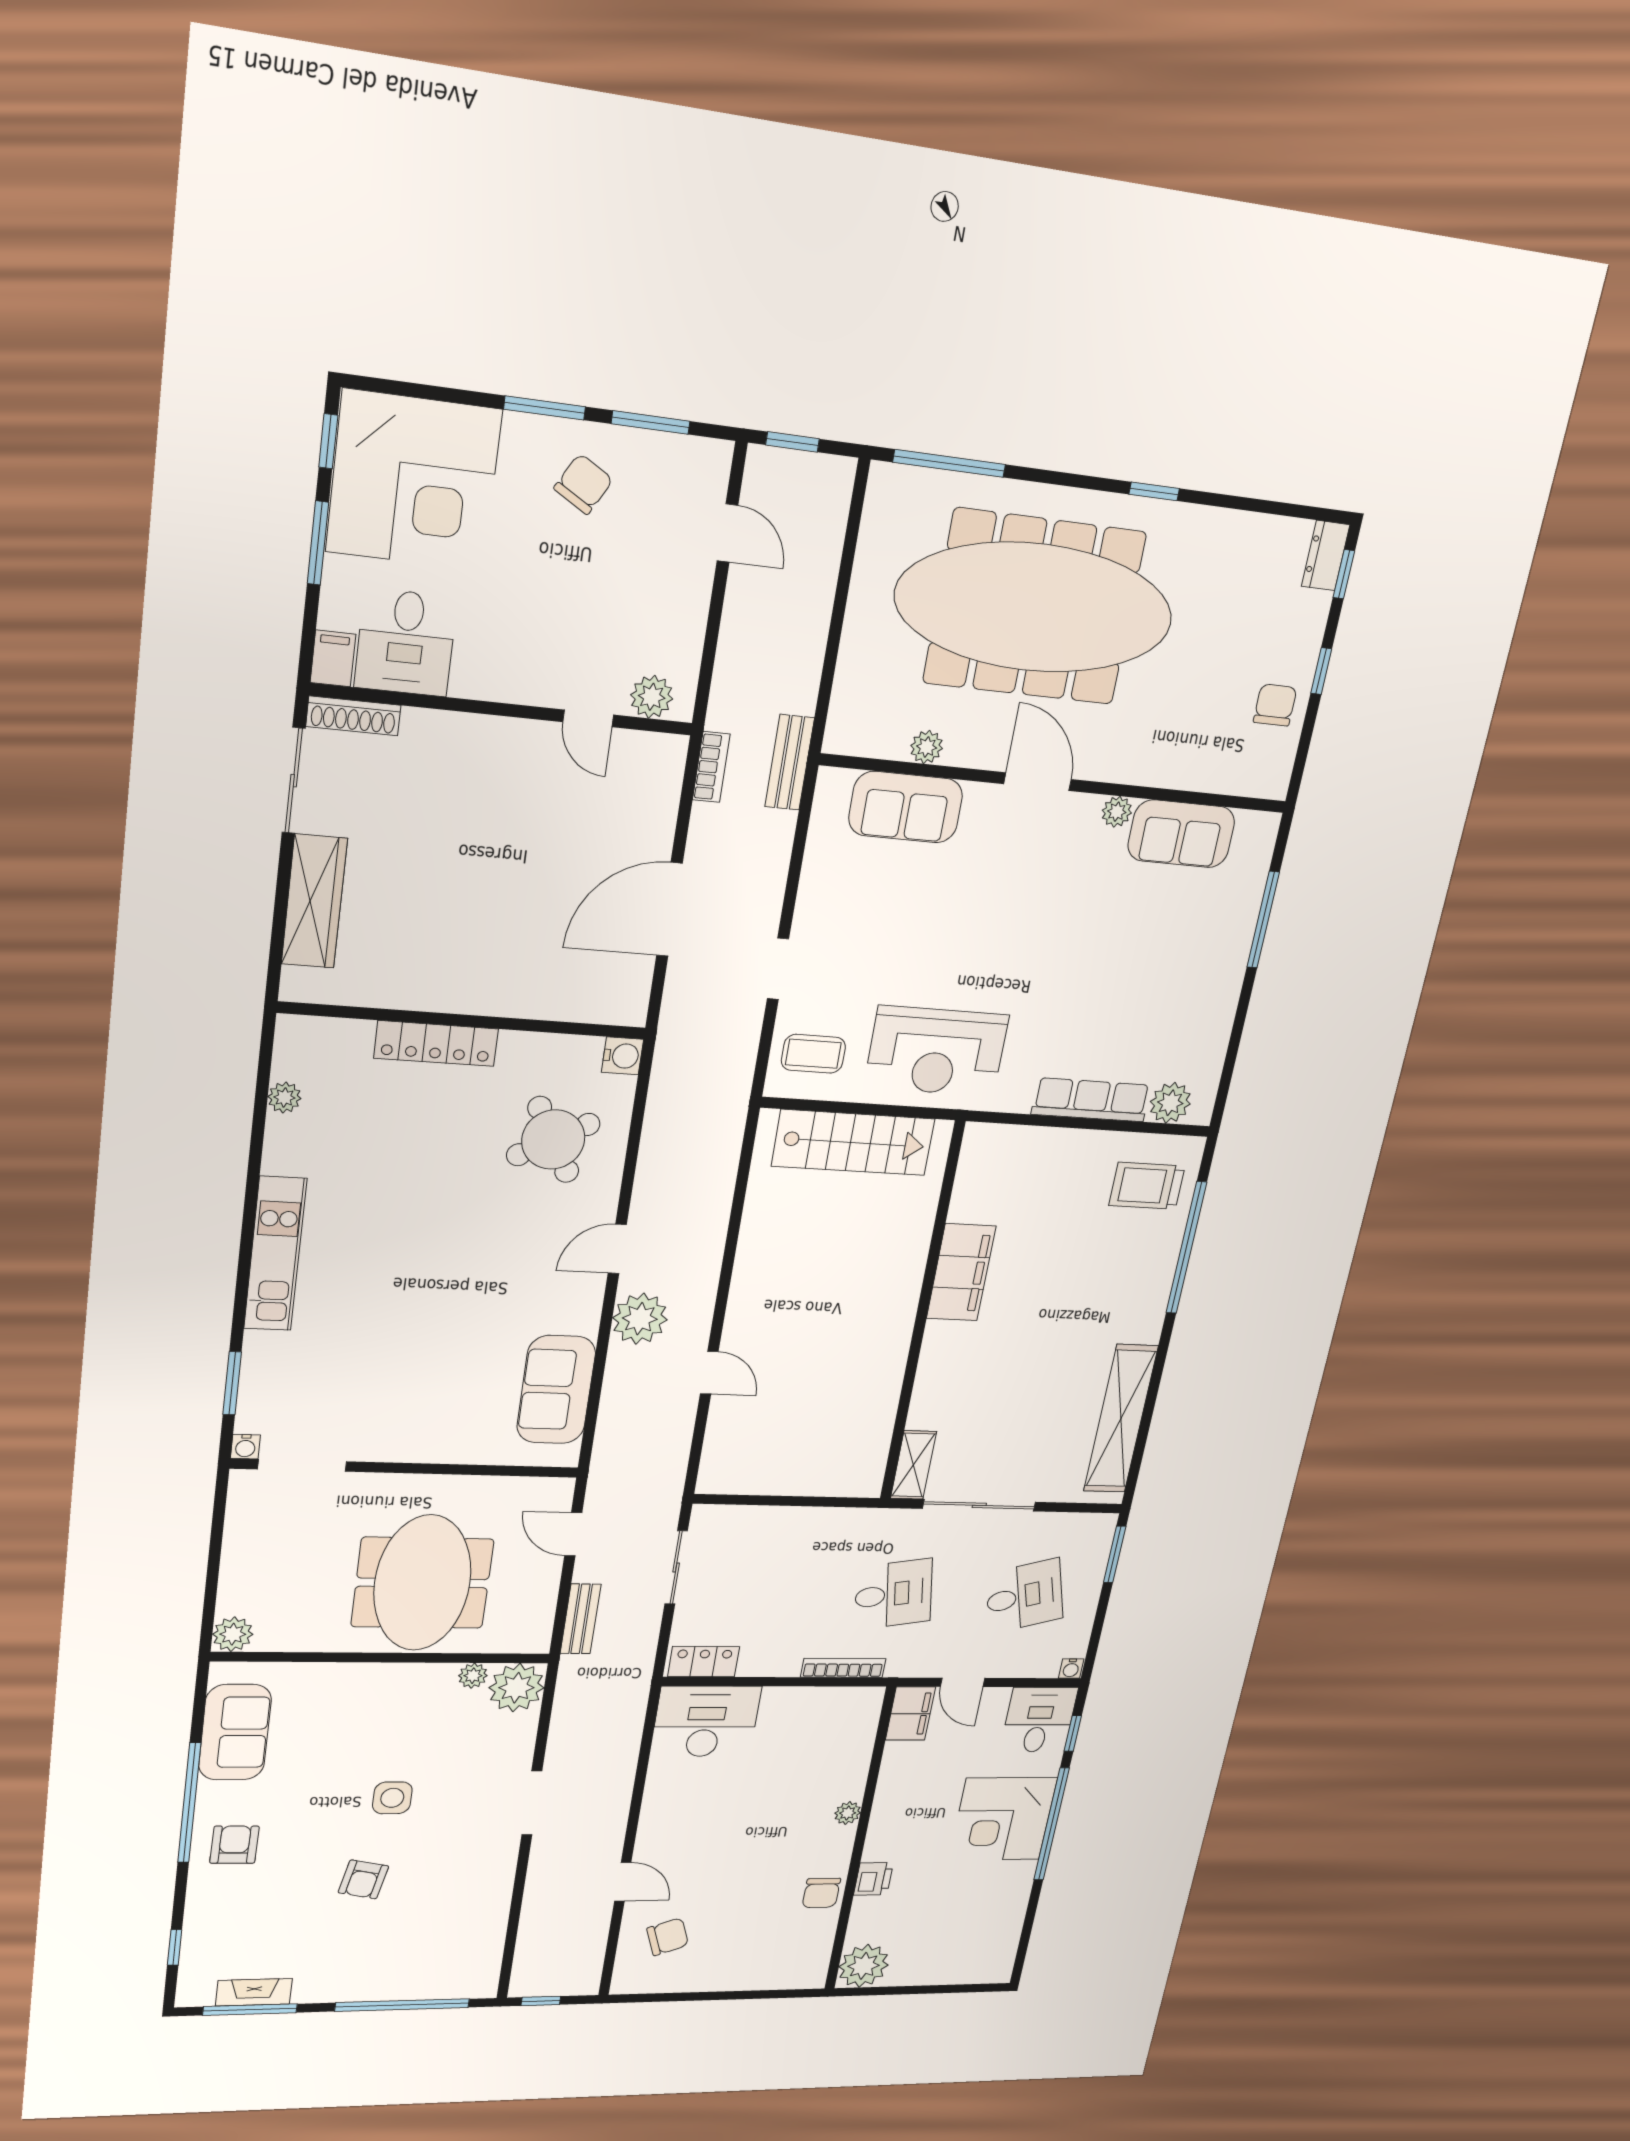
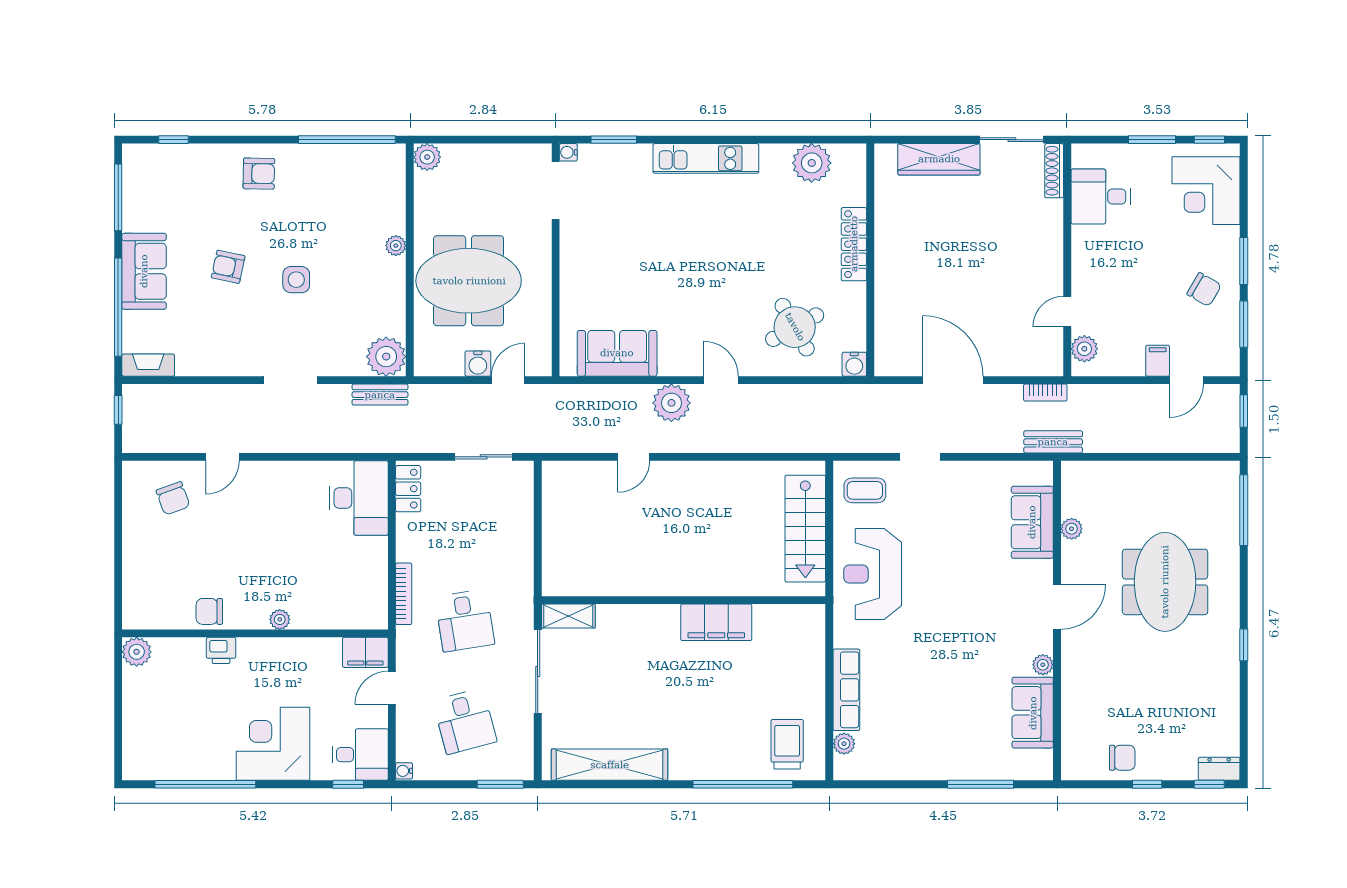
corner desk: (414, 481) -> (1206, 191), width x0.74, depth x0.74
meeting table: (1034, 607) -> (1165, 582), width x0.54, depth x0.79
filing cabinet: (333, 658) -> (1158, 361), moved, turned -90
coffee table: (813, 1054) -> (865, 490), turned 90
plant: (284, 1098) -> (812, 163), width x1.88, depth x1.88
plant: (1170, 1103) -> (844, 744), width x0.73, depth x0.73
water cooler: (544, 1573) -> (478, 364), added
bench: (581, 1619) -> (380, 395), moved
plant: (473, 1676) -> (396, 246), moved
sofa: (235, 1732) -> (144, 271), moved, turned -90
window: (189, 1803) -> (347, 140), moved
window: (1052, 1824) -> (205, 784), moved
plant: (864, 1966) -> (137, 652), width x0.73, depth x0.73
fireplace: (254, 1992) -> (148, 365), moved, turned -90

